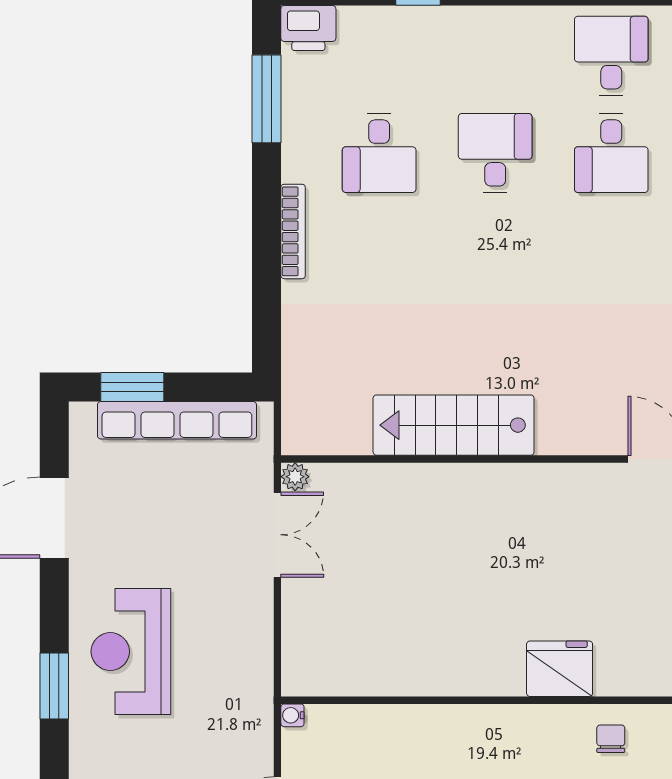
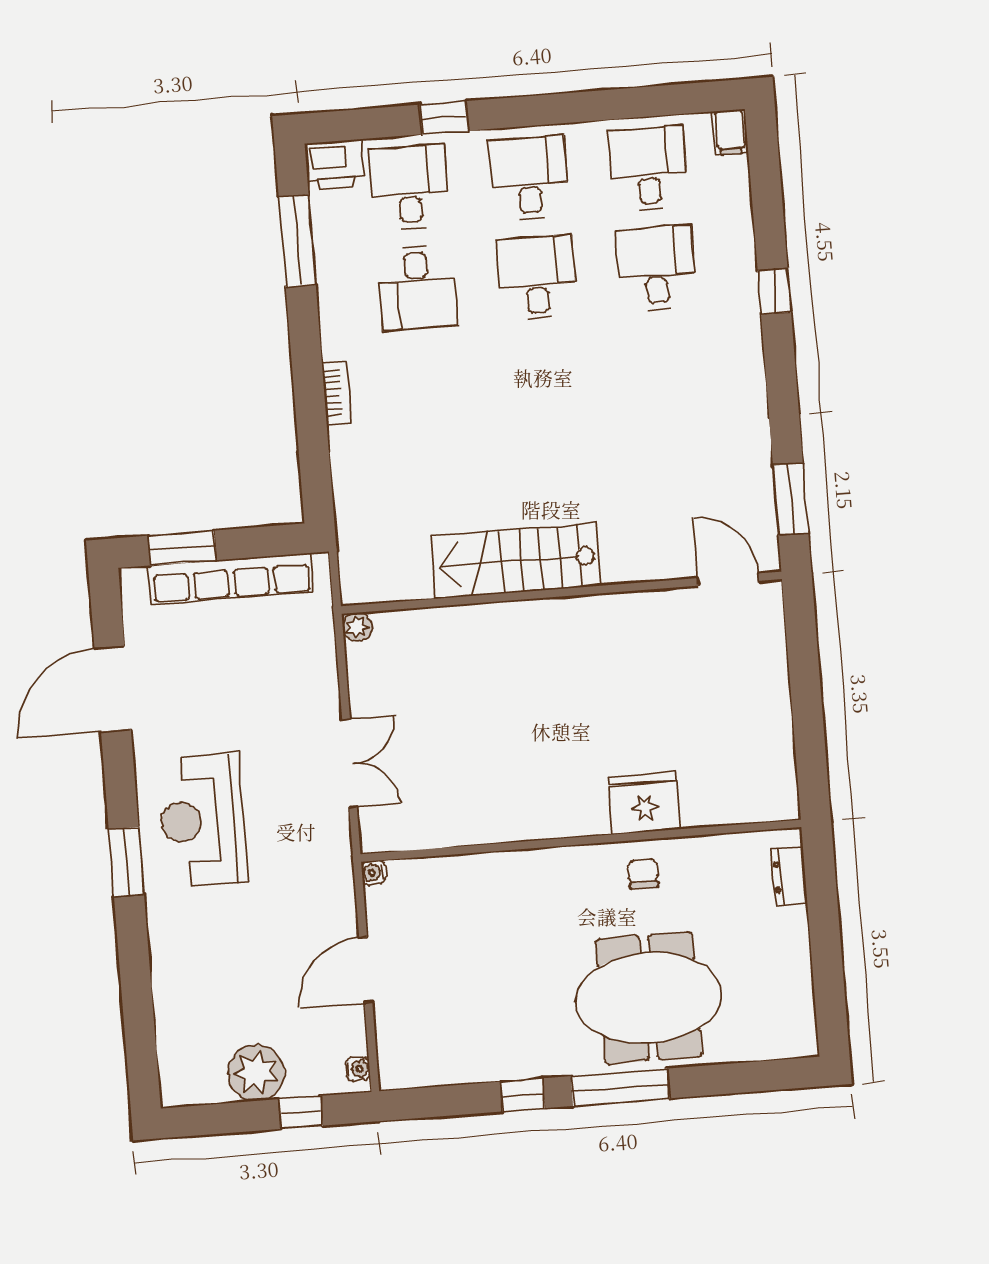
desk: (379, 56) -> (409, 187), added
desk: (495, 56) -> (529, 178), added
desk: (611, 153) -> (656, 269), turned 180
bookcase: (293, 231) -> (337, 393), width x0.64
double door: (277, 535) -> (350, 763), moved
chair: (611, 739) -> (643, 874), moved

